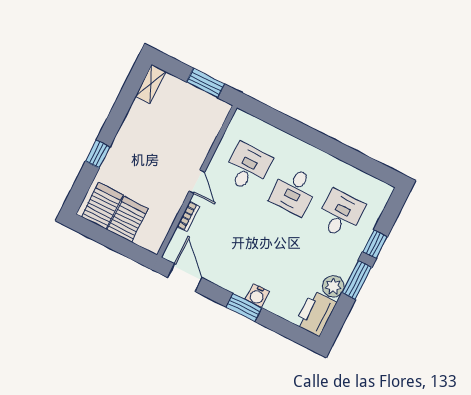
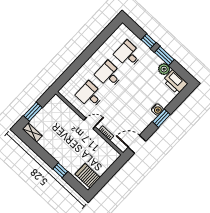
window: (206, 83) -> (33, 112), moved
desk: (294, 191) -> (109, 75), turned 180
server rack: (128, 219) -> (98, 165), removed

